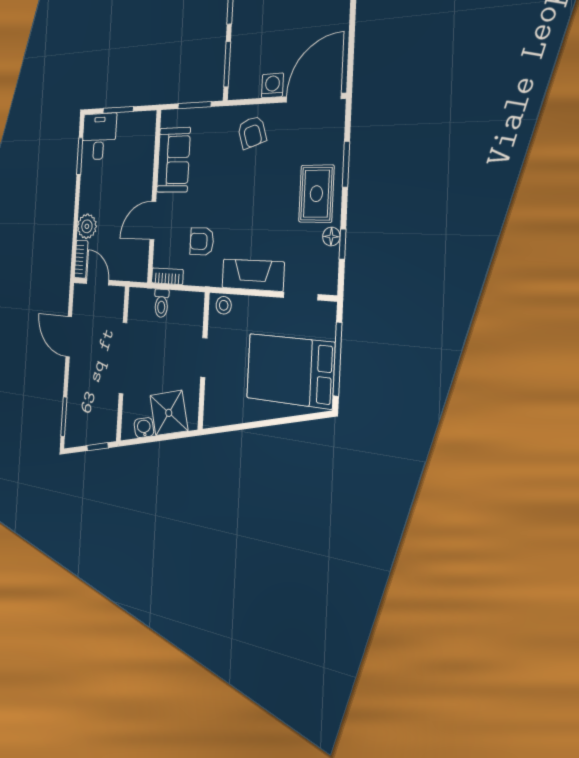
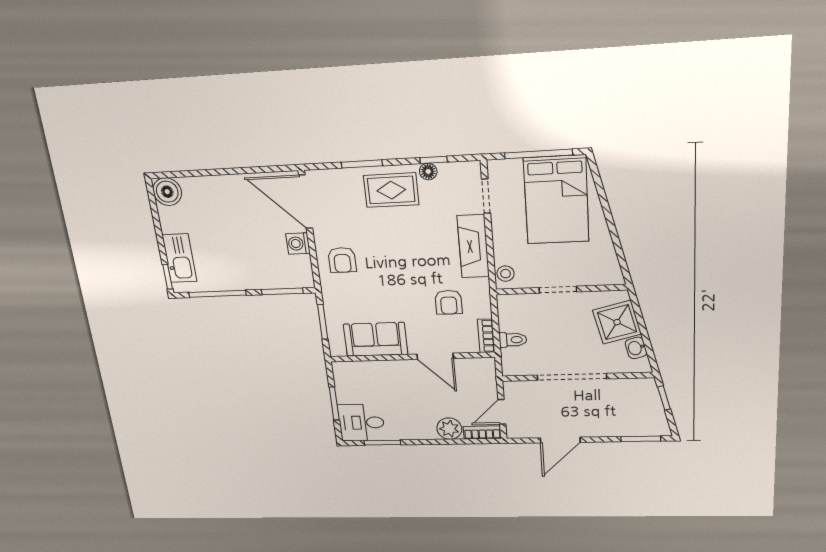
armchair: (252, 132) -> (342, 260), turned 108

